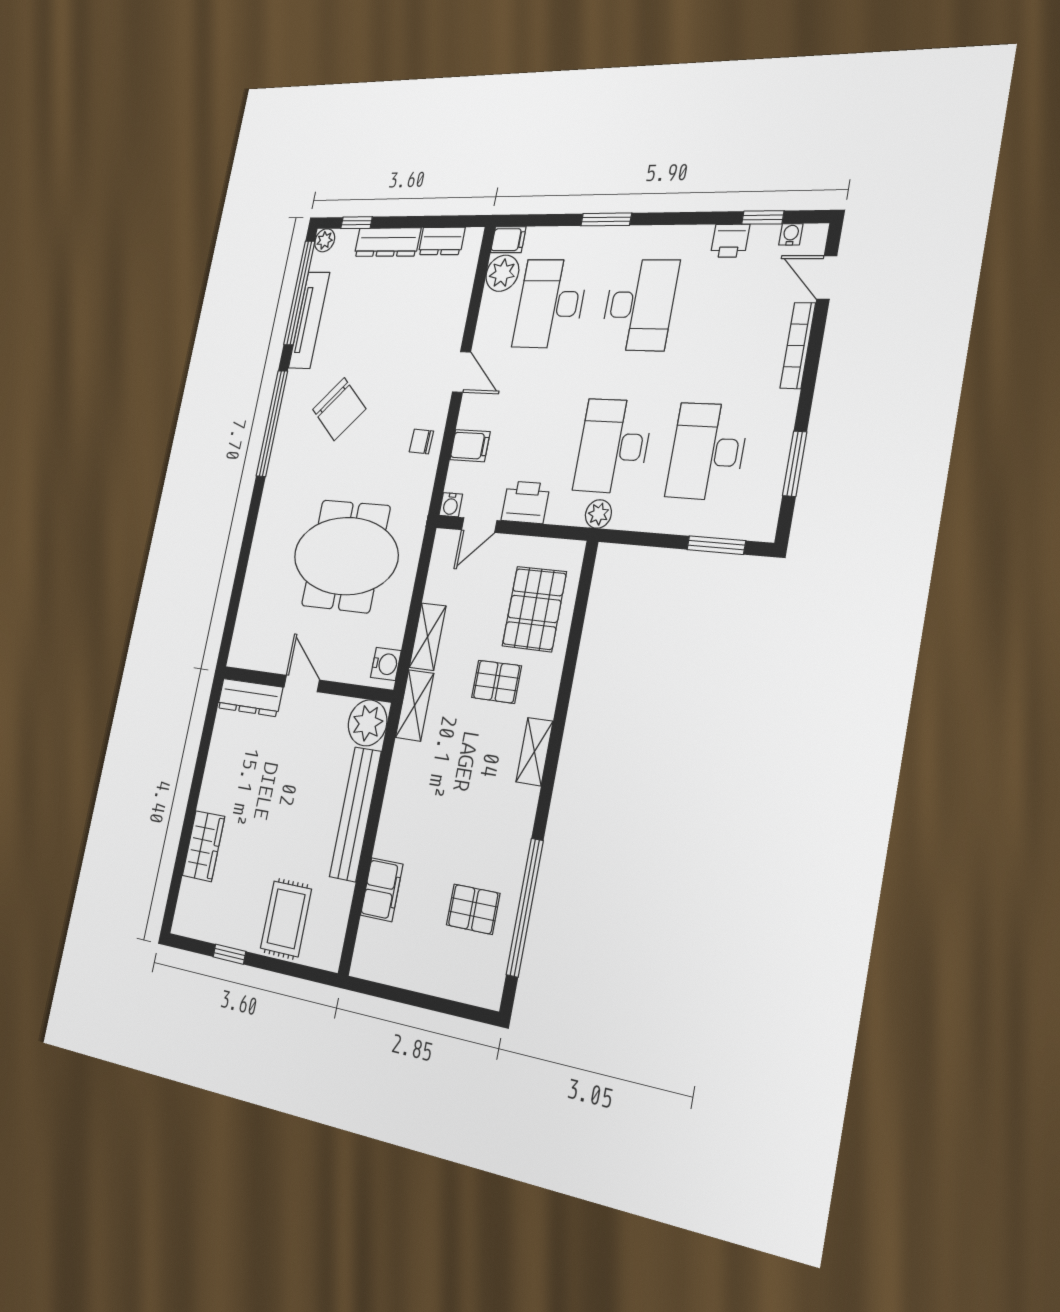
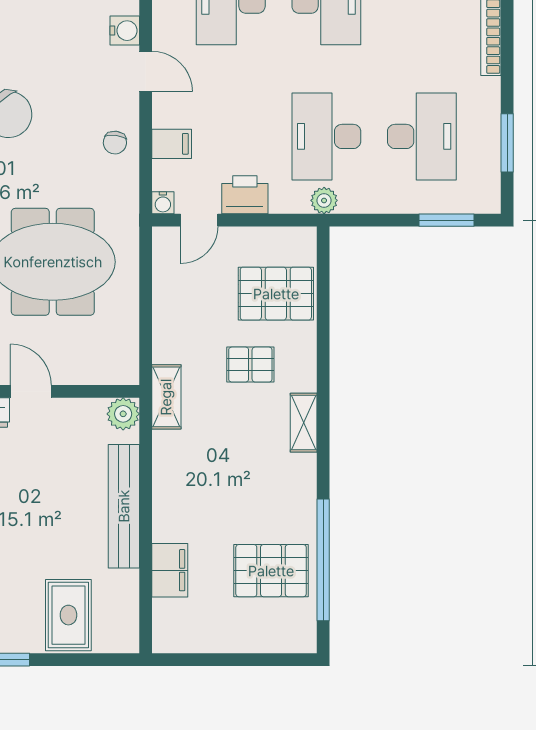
chair: (421, 441) -> (115, 143), turned -85
desk: (707, 452) -> (422, 136), turned 180
pallet: (534, 609) -> (276, 294), turned 90
shelving: (428, 637) -> (166, 331), removed
water cooler: (386, 664) -> (125, 31), moved
plant: (368, 723) -> (123, 414), width x0.73, depth x0.73
pallet: (473, 909) -> (271, 571), width x1.50, depth x1.42

